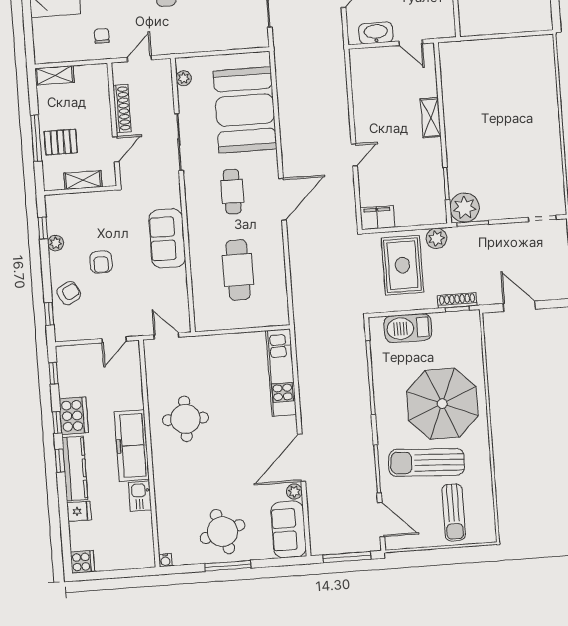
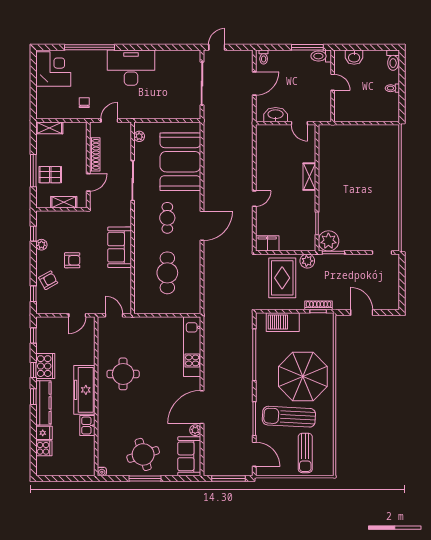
armchair: (101, 262) -> (72, 260), turned -90
cooker: (82, 562) -> (44, 448), moved

